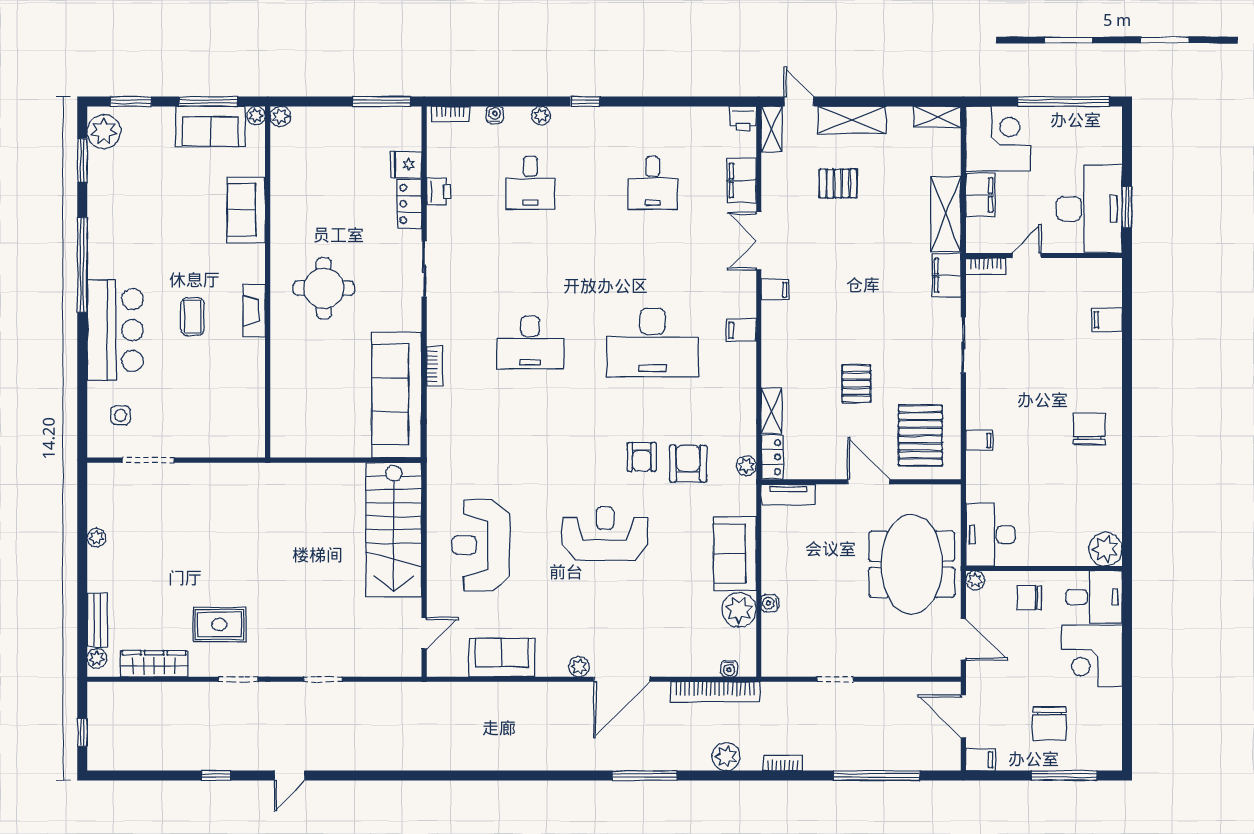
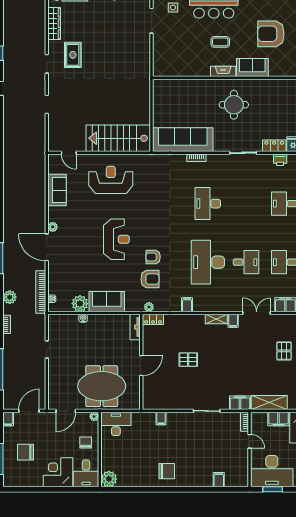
sofa: (246, 210) -> (252, 68), moved
armchair: (176, 211) -> (271, 34), added
desk: (653, 263) -> (246, 262), added
filing cabinet: (741, 330) -> (187, 305), moved
shelving: (771, 411) -> (216, 319), moved
pallet: (920, 435) -> (163, 390), removed

